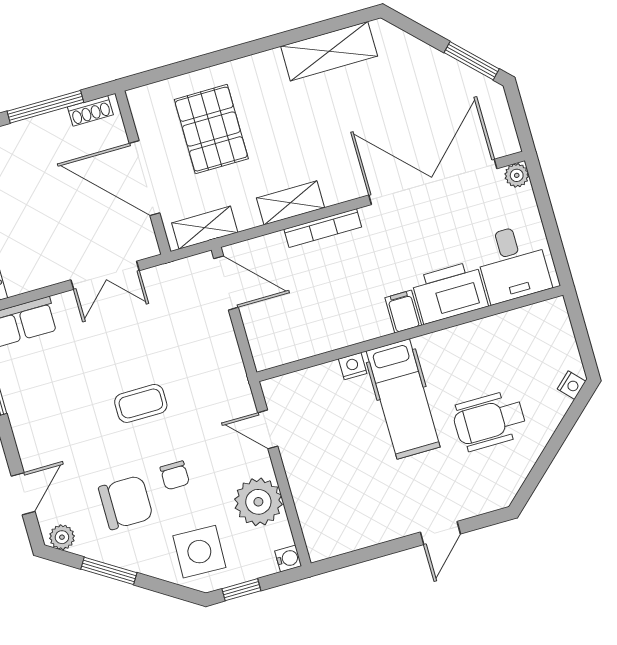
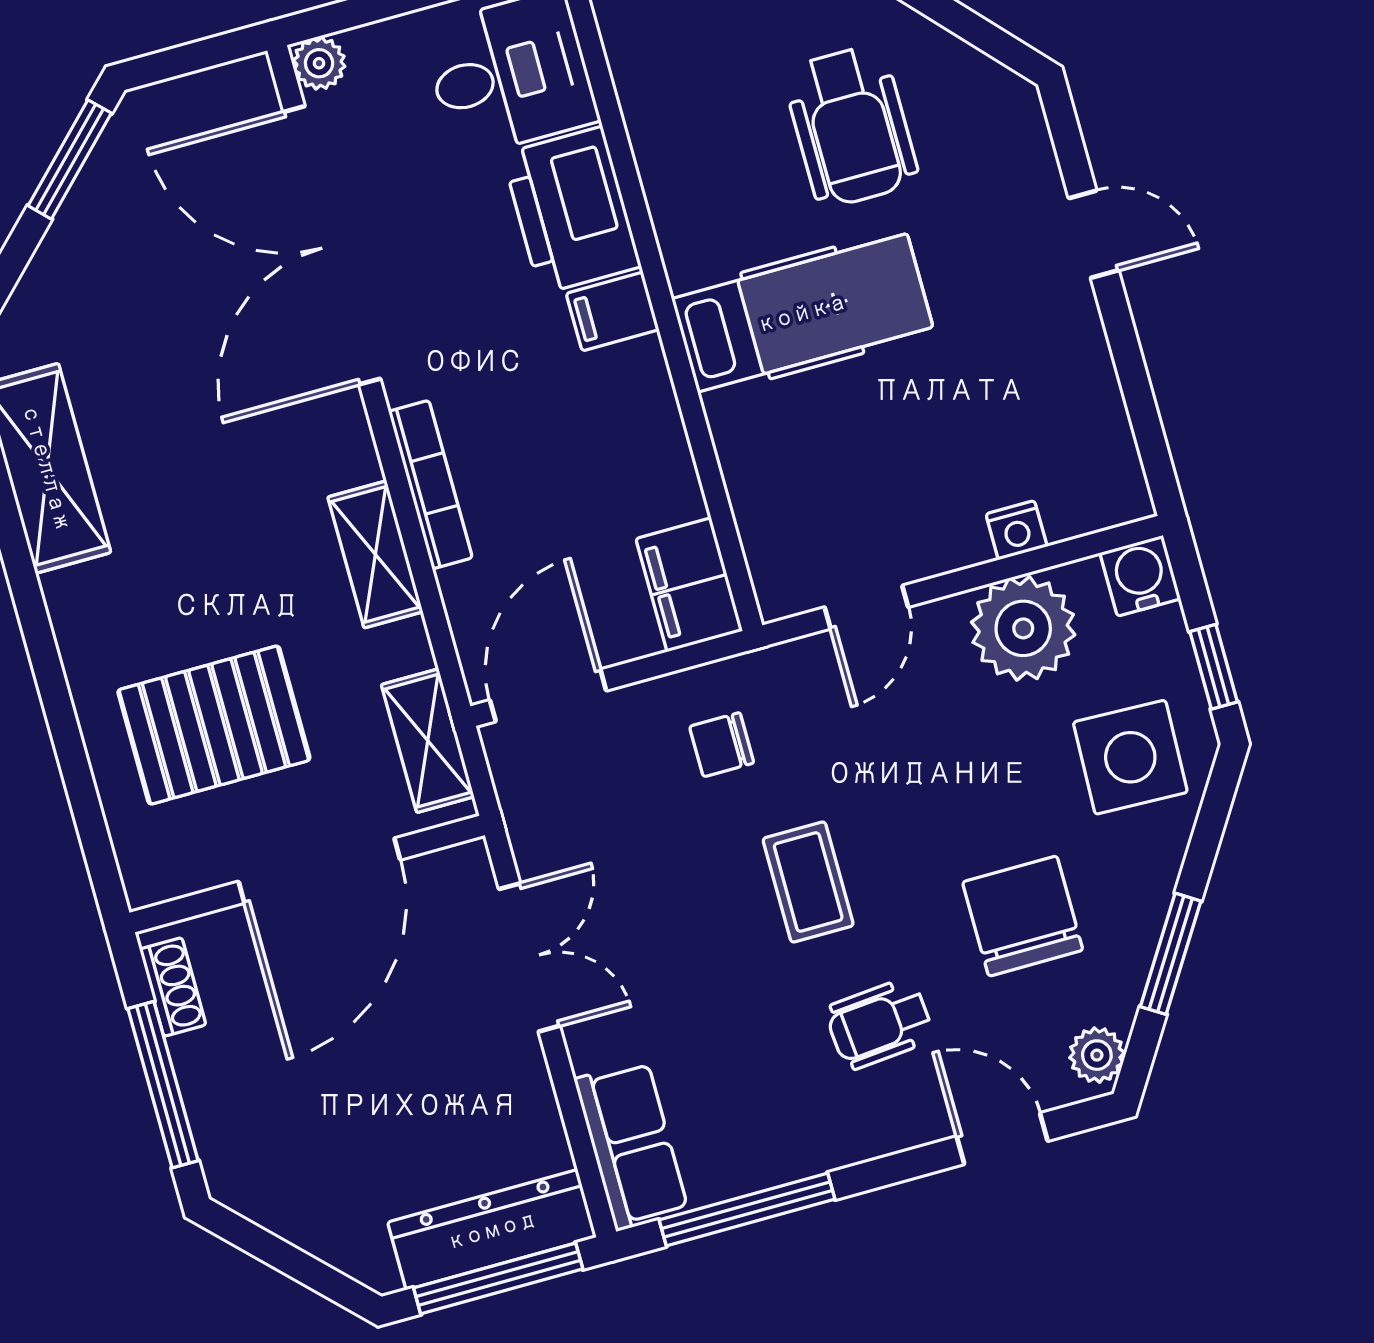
filing cabinet: (277, 348) -> (689, 585), added
nightstand: (353, 366) -> (1016, 530), moved, turned -90
wheelchair: (76, 437) -> (879, 1024), added
chair: (175, 475) -> (722, 745), moved, turned 180
water cooler: (288, 558) -> (1140, 576), width x1.38, depth x1.38

